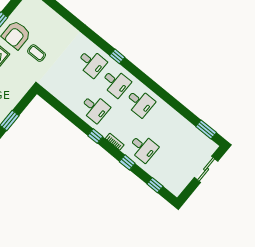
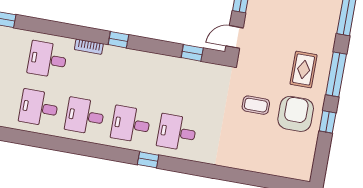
door: (27, 100) -> (235, 37), added
desk: (95, 108) -> (39, 108), moved
window: (127, 162) -> (192, 53), moved

